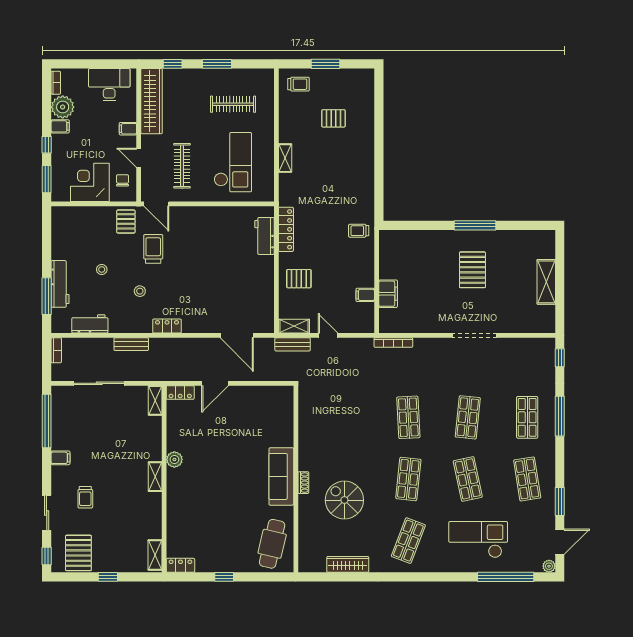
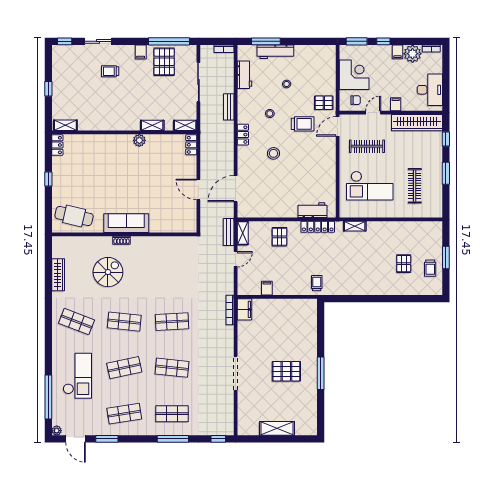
trolley: (298, 84) -> (430, 268), moved
shelving: (285, 158) -> (355, 226), moved
stool: (191, 286) -> (273, 153), added
filing cabinet: (388, 294) -> (244, 309), moved, turned -90
door: (215, 383) -> (198, 189), moved
shelving: (155, 477) -> (152, 125), moved
pallet: (78, 553) -> (164, 62), moved, turned 90

